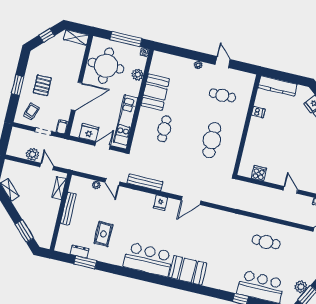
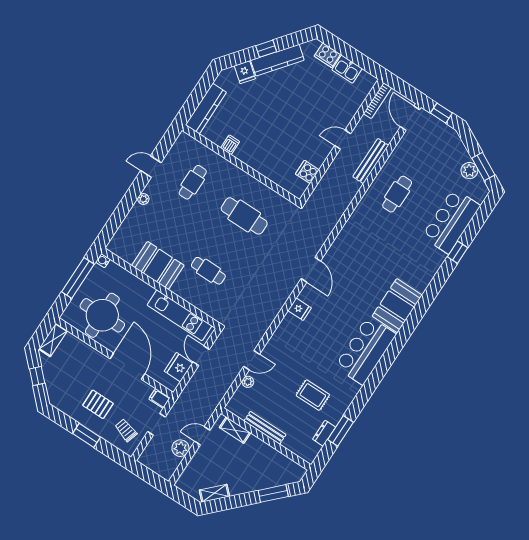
plant: (138, 75) -> (128, 280), removed
bench: (145, 182) -> (371, 161), moved

